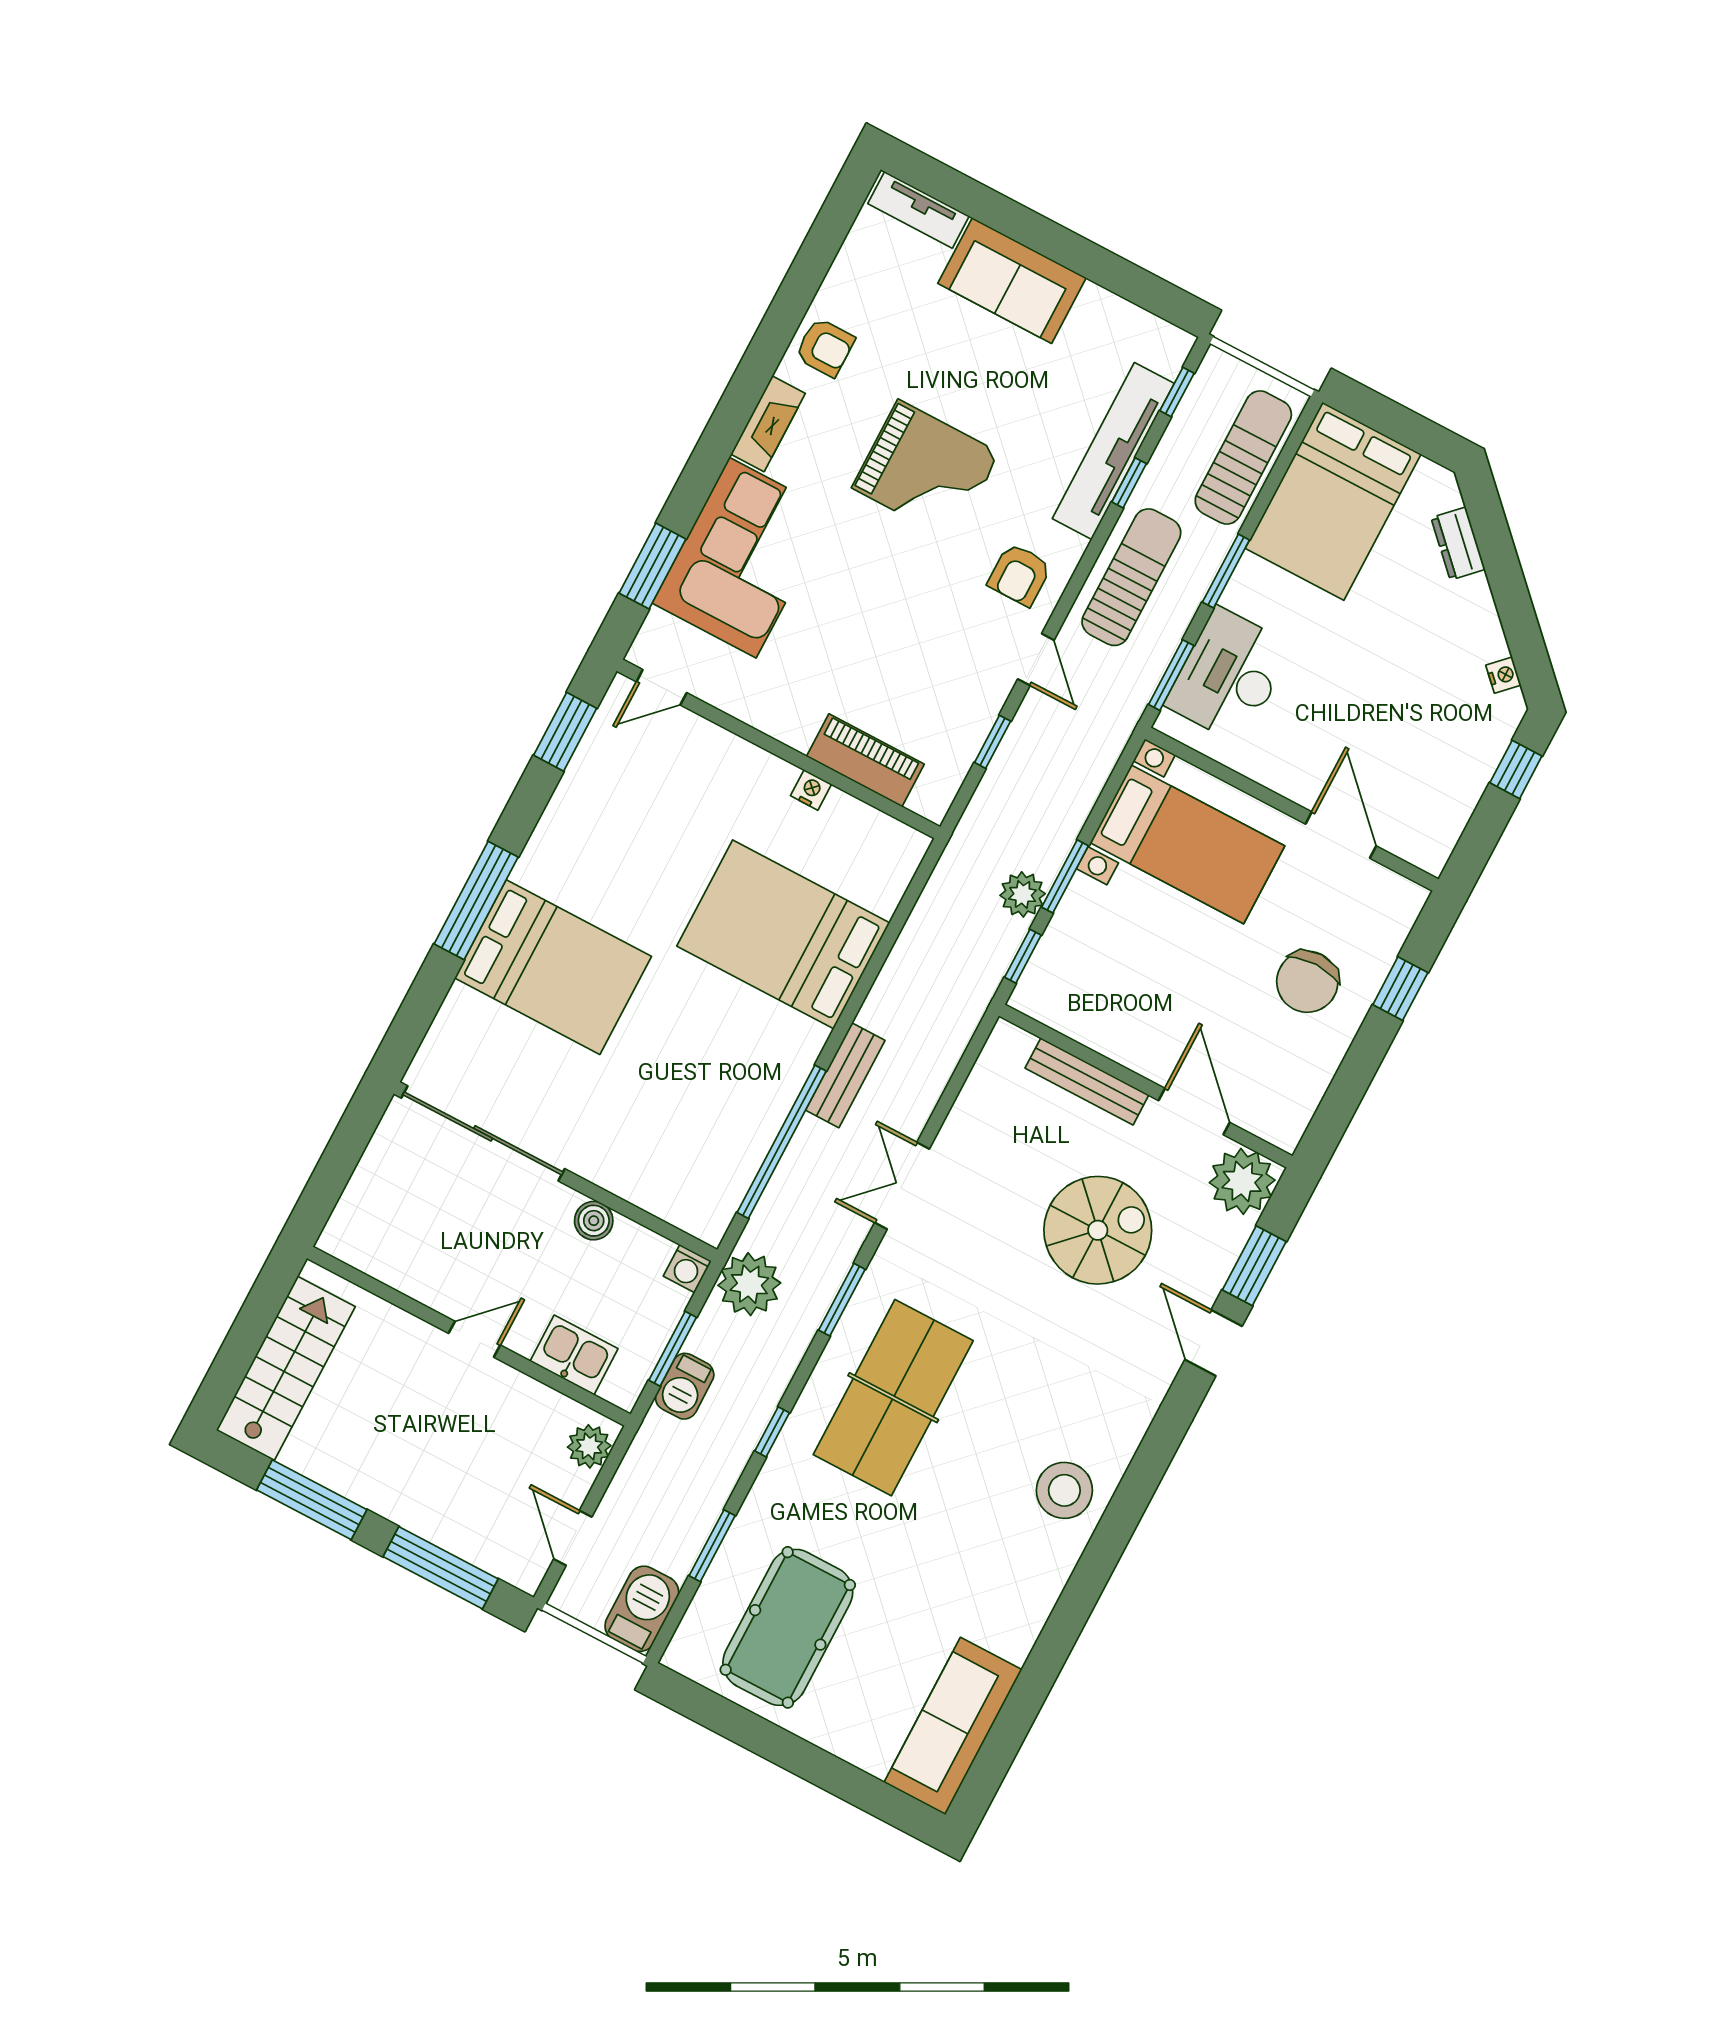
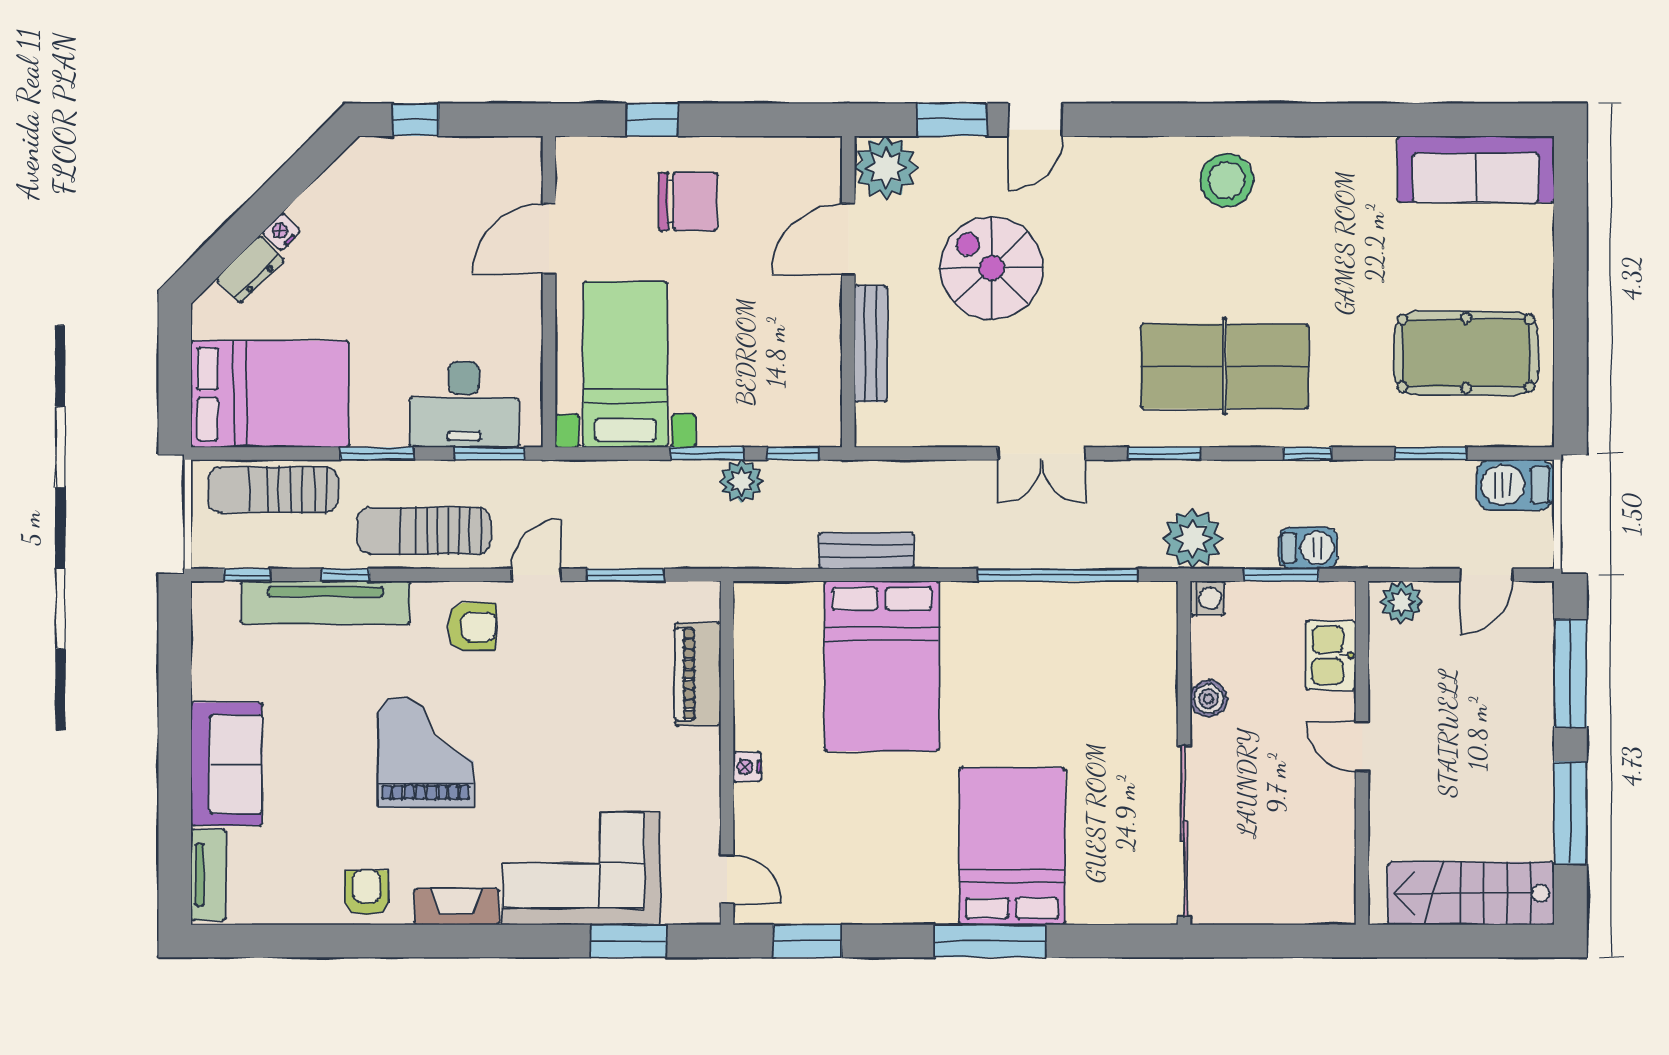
nightstand: (1503, 675) -> (282, 232), moved
window: (993, 742) -> (625, 575), width x1.50
nightstand: (811, 790) -> (747, 767), moved
bench: (845, 1075) -> (867, 551), moved

